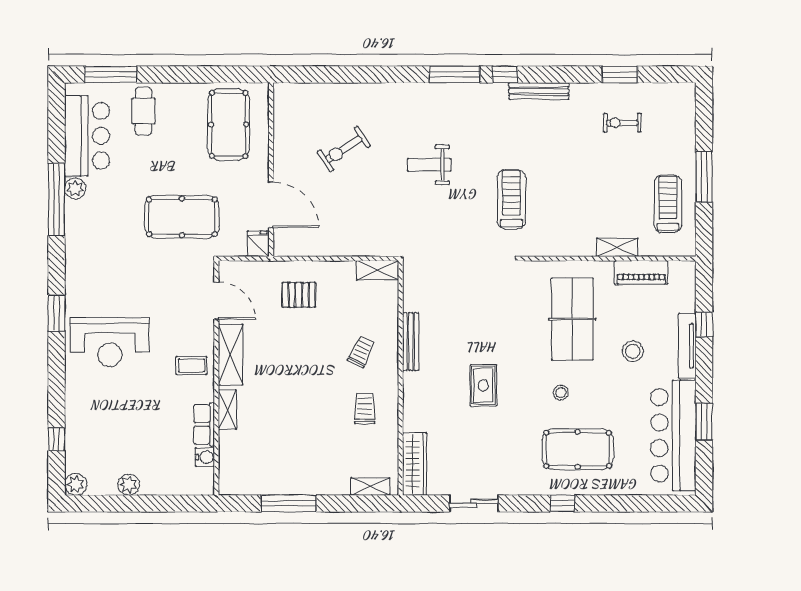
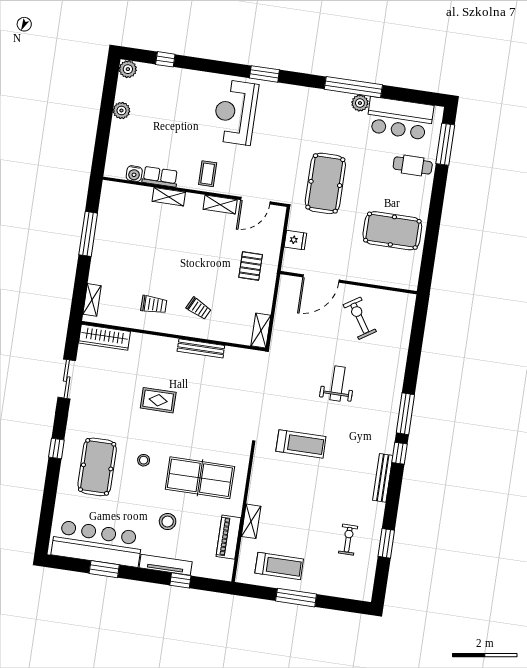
wall: (271, 170) -> (349, 283), moved
door: (271, 205) -> (321, 278), moved
shelving: (231, 354) -> (220, 204), width x0.67, depth x0.75

